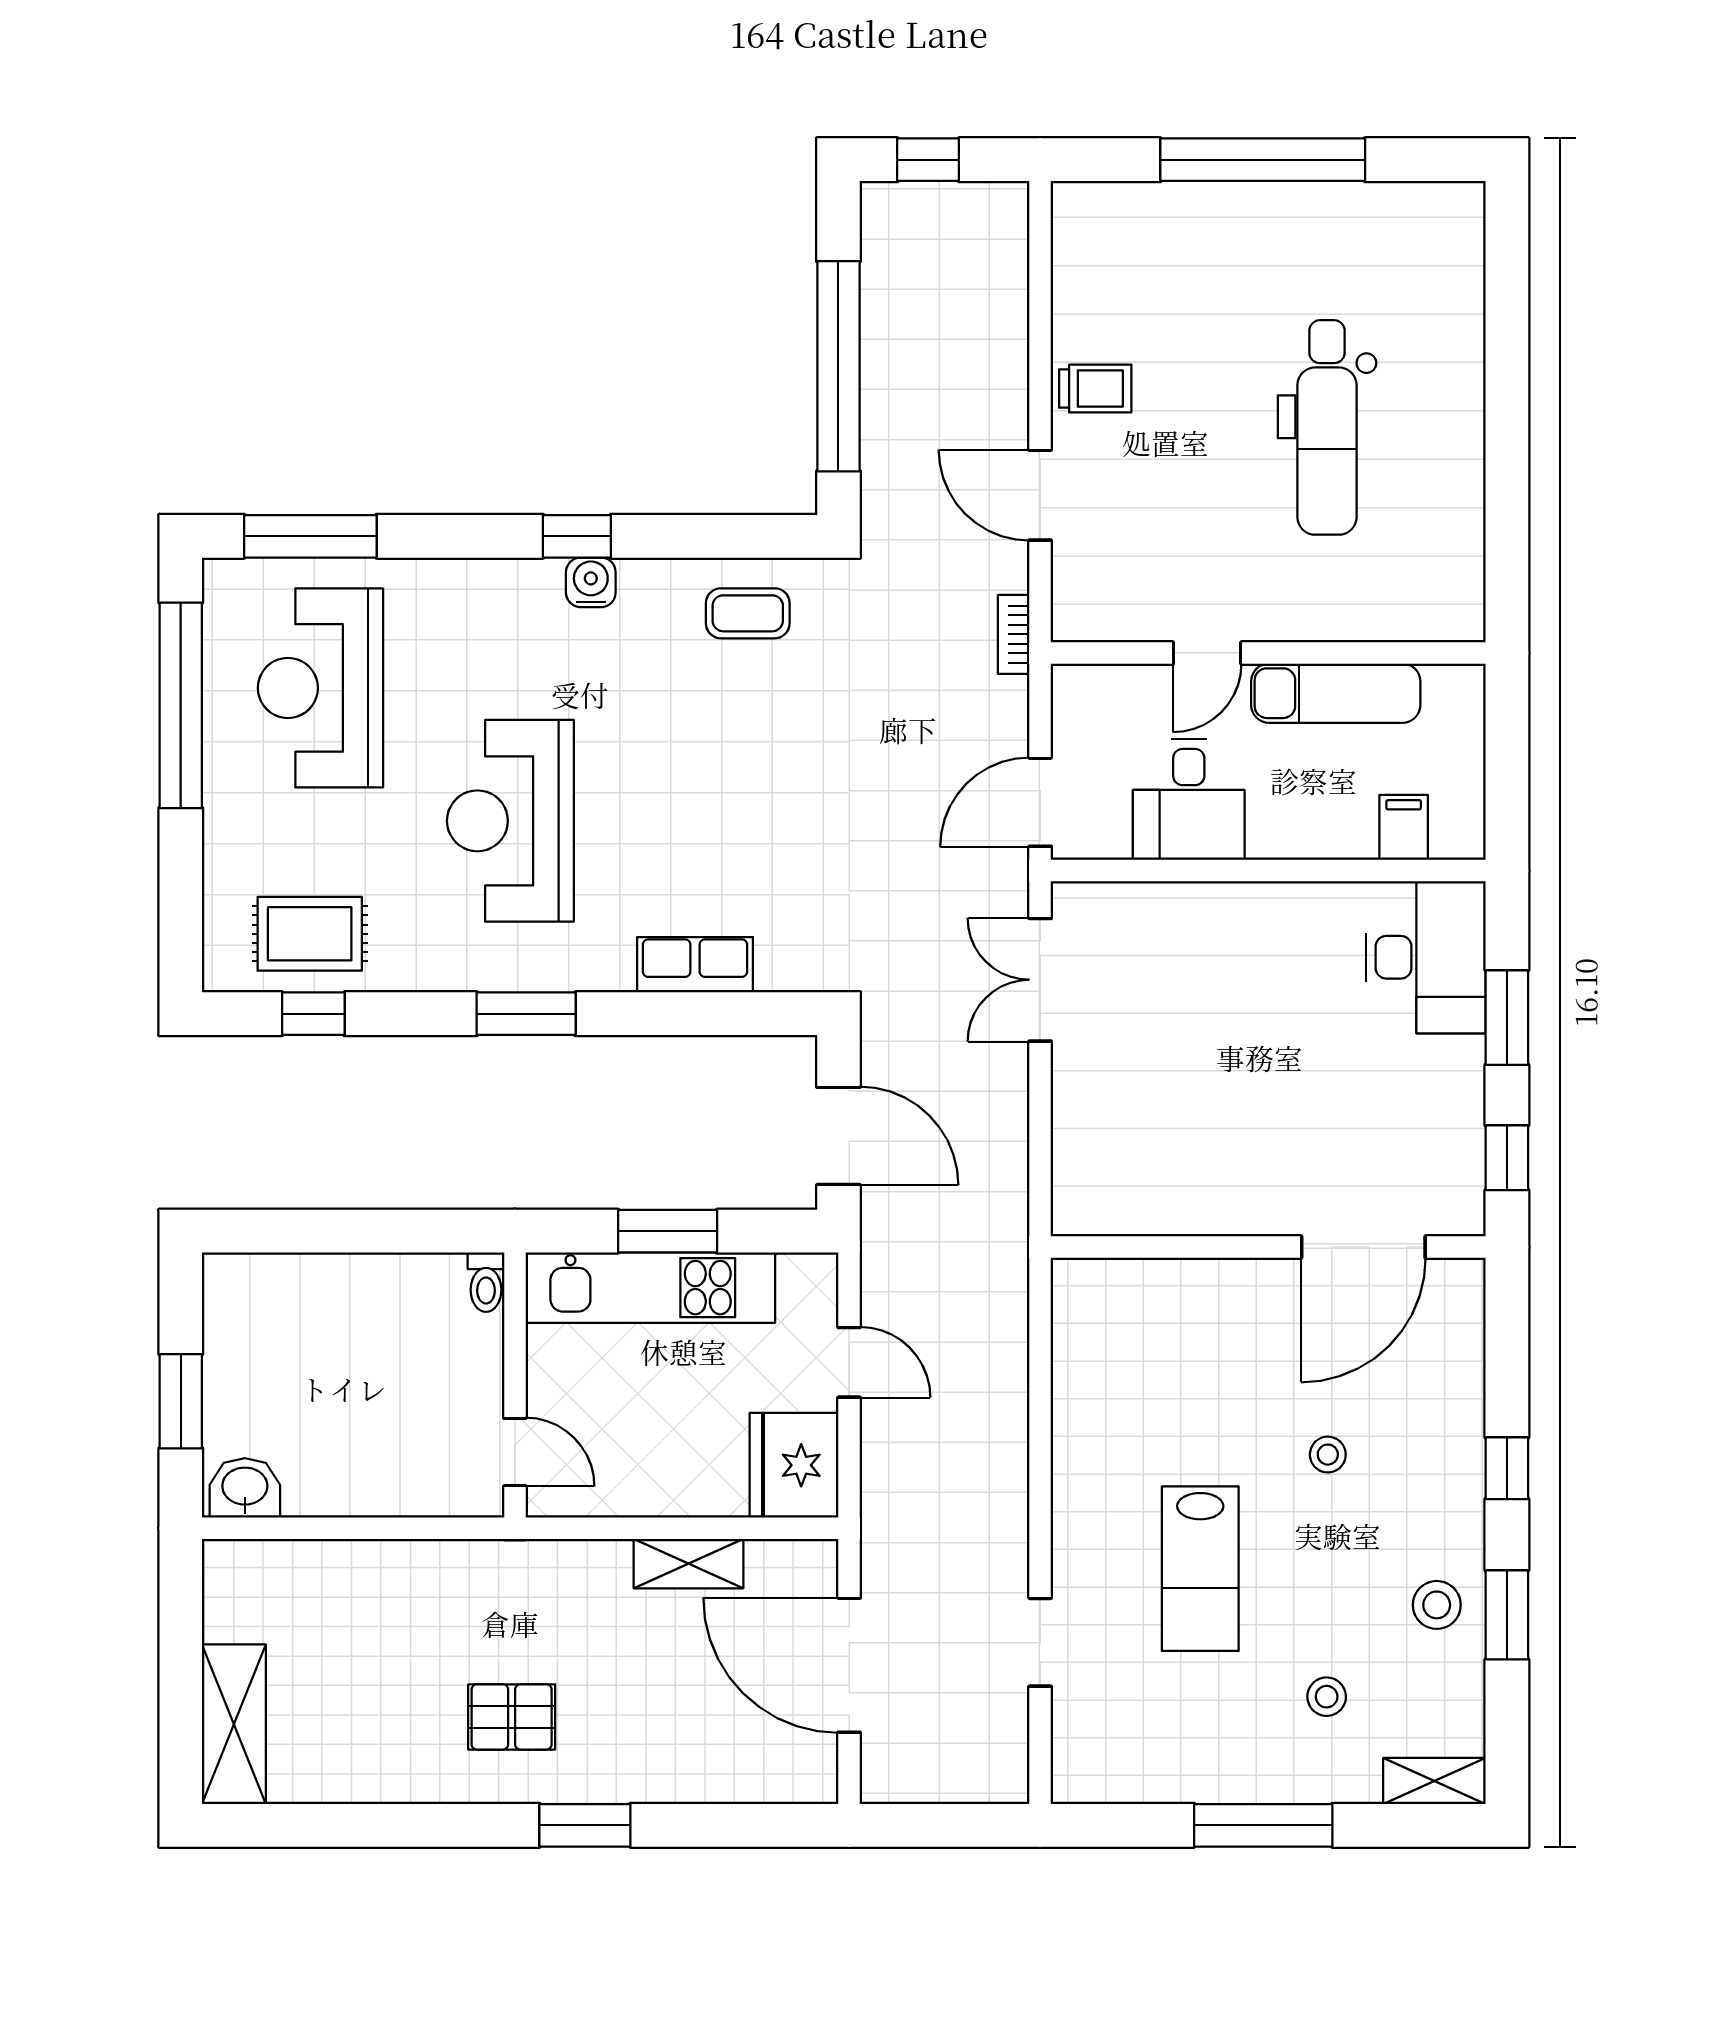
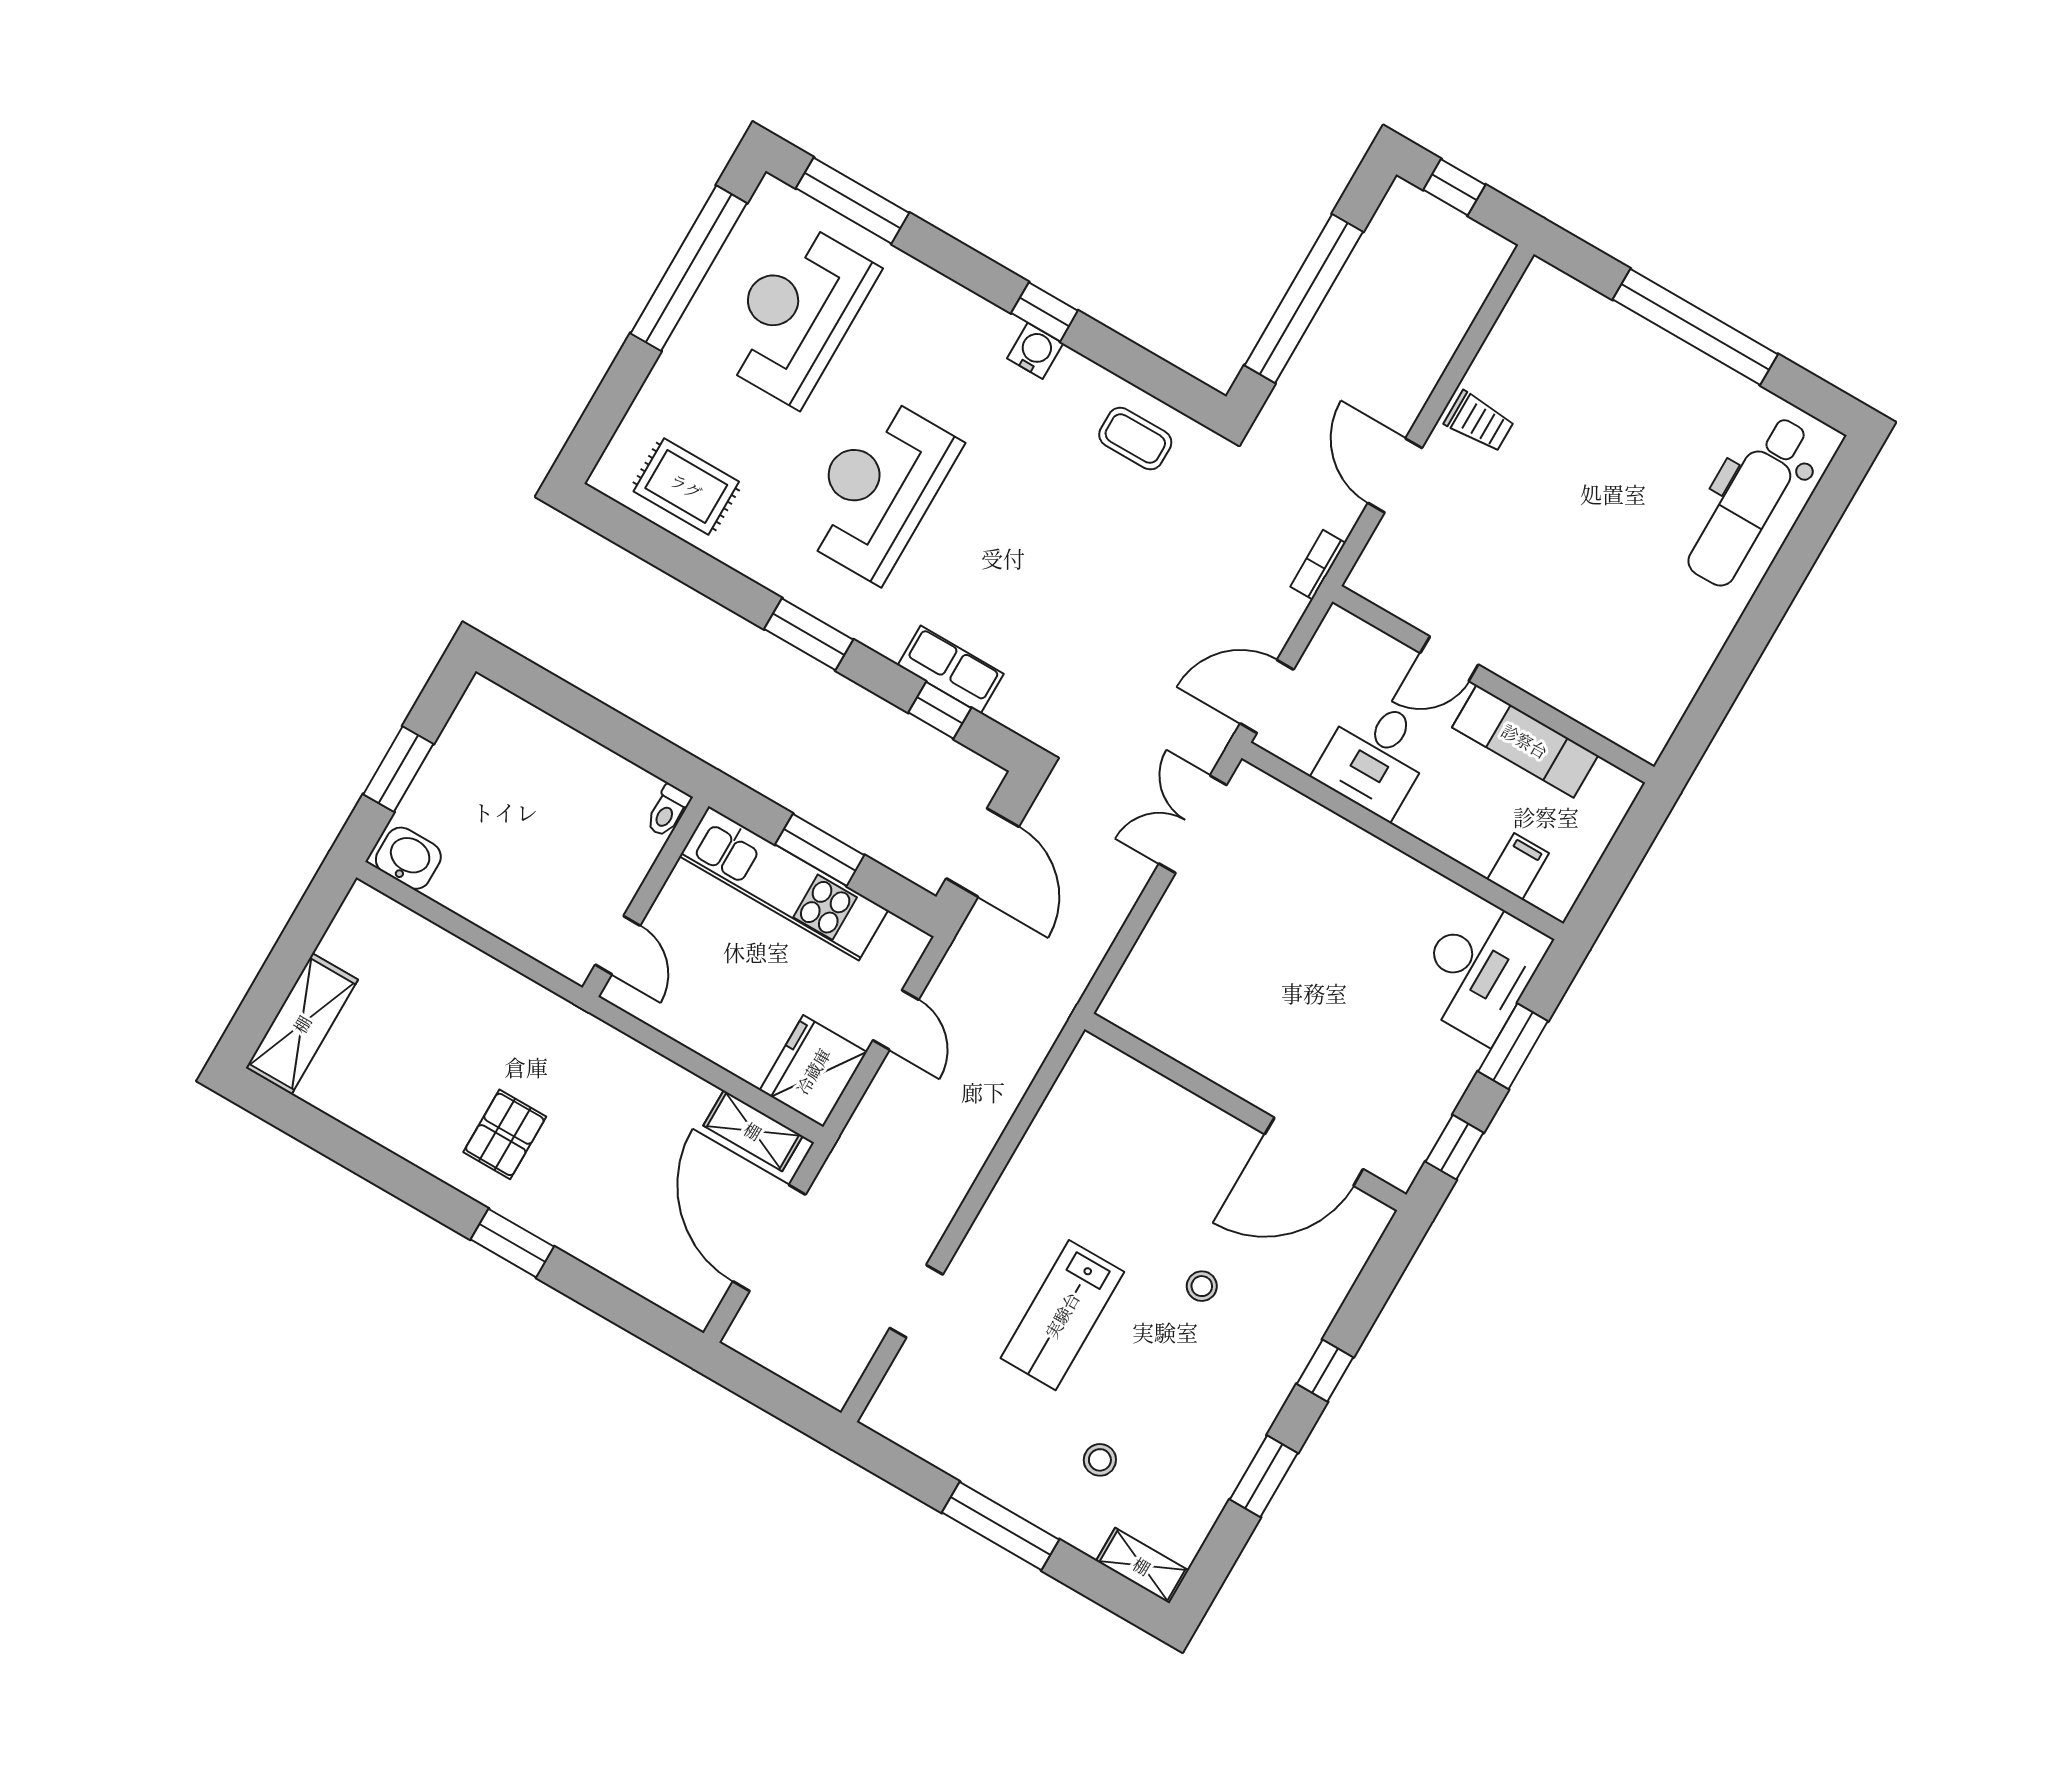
dental chair: (1327, 427) -> (1749, 501), moved
window: (313, 1014) -> (940, 710), moved
shelving: (688, 1564) -> (753, 1131), moved
stool: (1437, 1605) -> (1217, 1440), removed
pallet: (512, 1717) -> (505, 1134), turned 90

